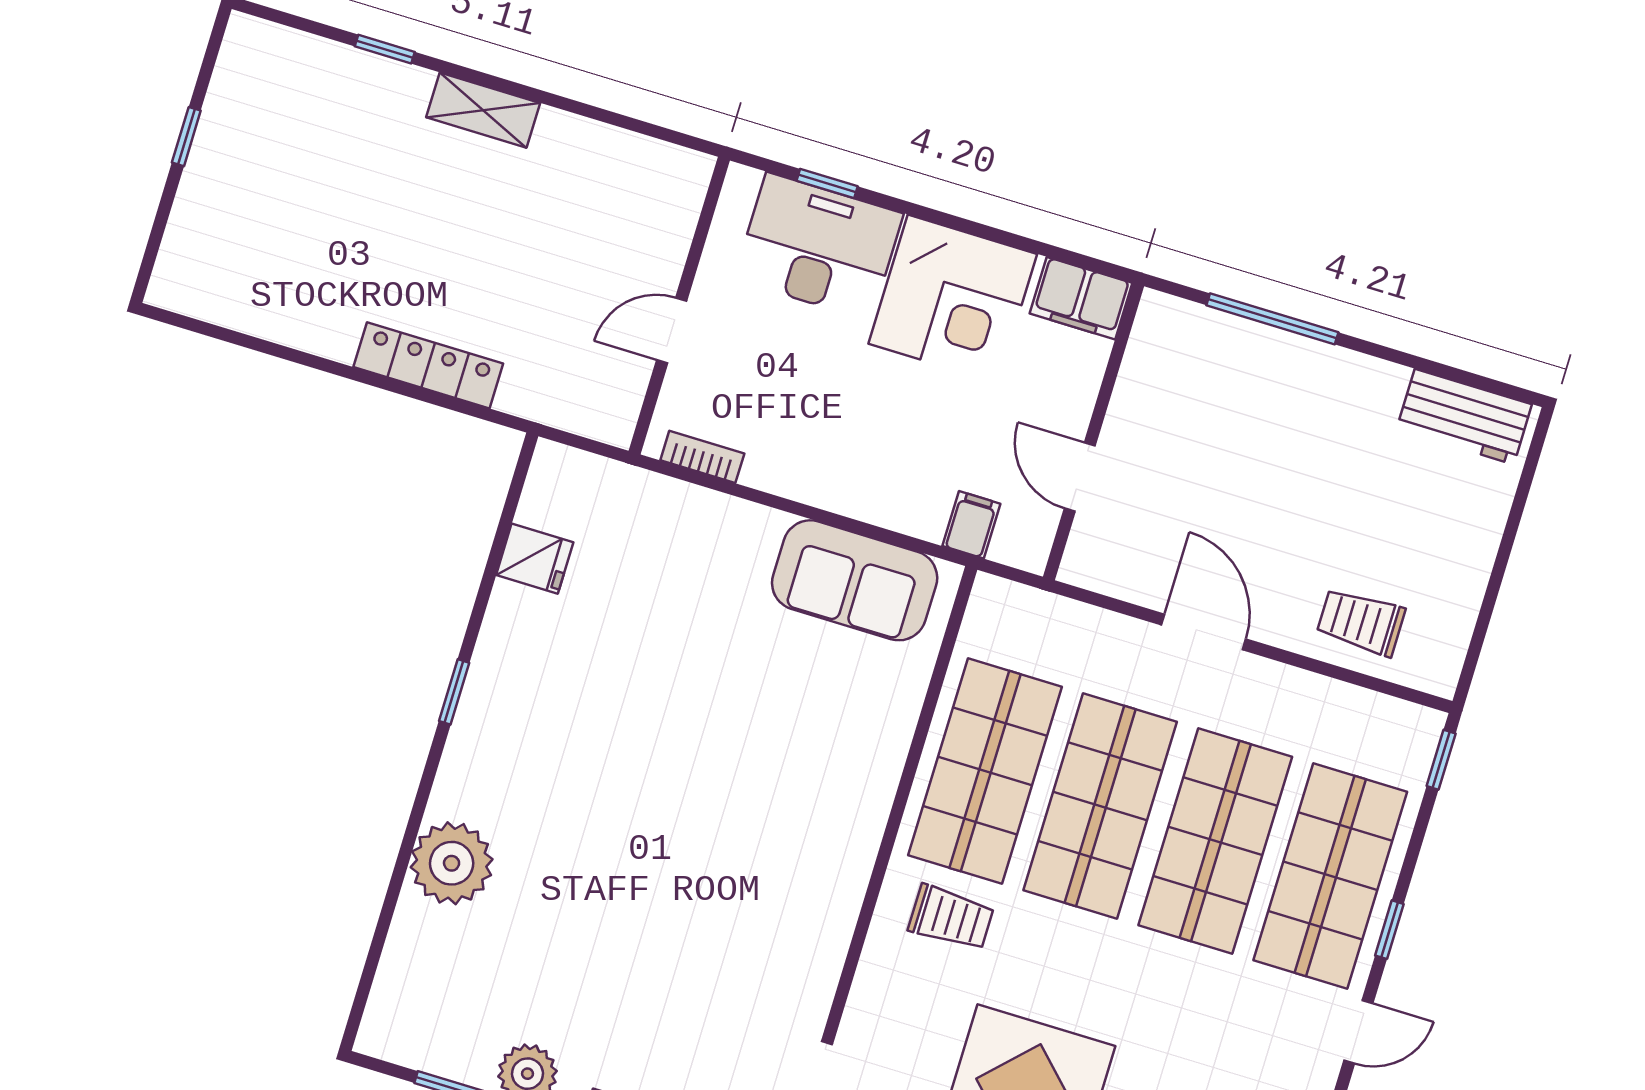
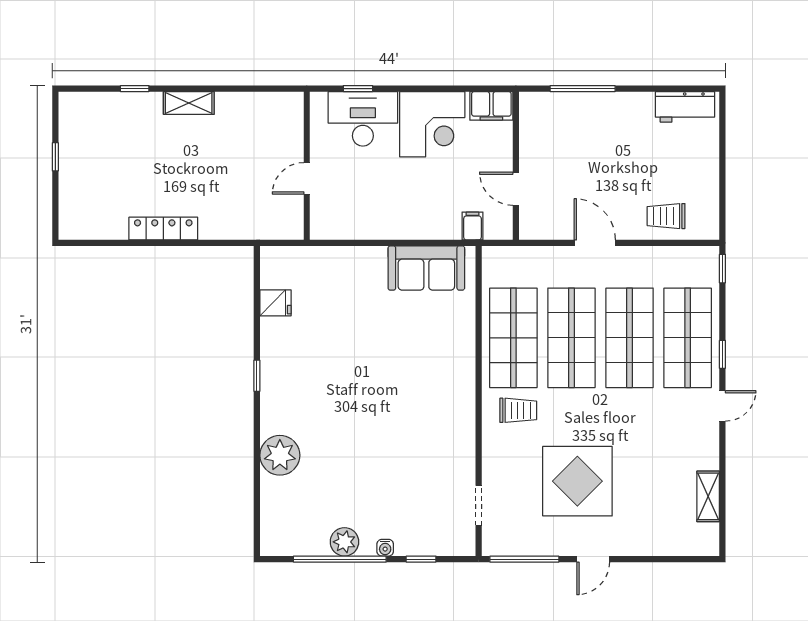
locker: (428, 365) -> (163, 229), moved
bookcase: (702, 457) -> (339, 232), removed

